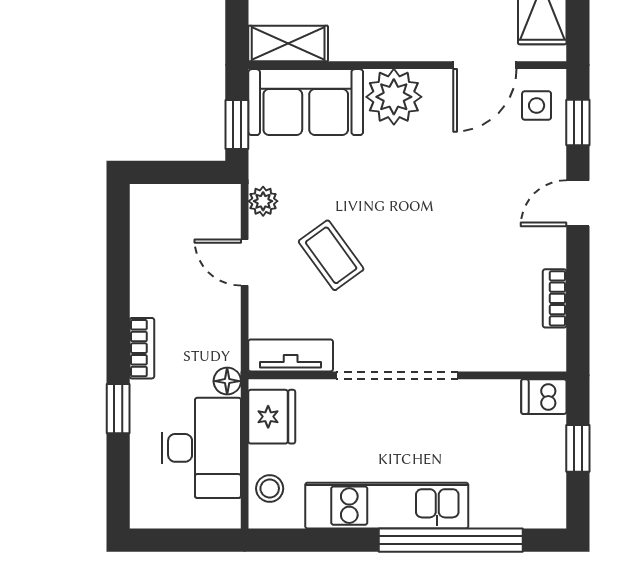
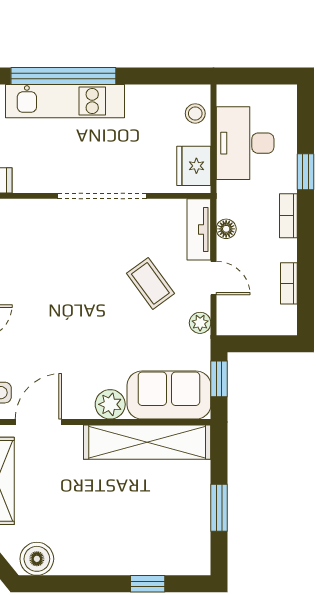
shelving: (288, 43) -> (147, 442), width x2.20, depth x1.33
plant: (394, 97) -> (110, 404), width x0.73, depth x0.73
bookcase: (141, 255) -> (289, 283), added
tv unit: (291, 355) -> (199, 229), moved, turned 90
floor lamp: (227, 381) -> (226, 229), moved
kitchen unit: (387, 506) -> (65, 101), moved

